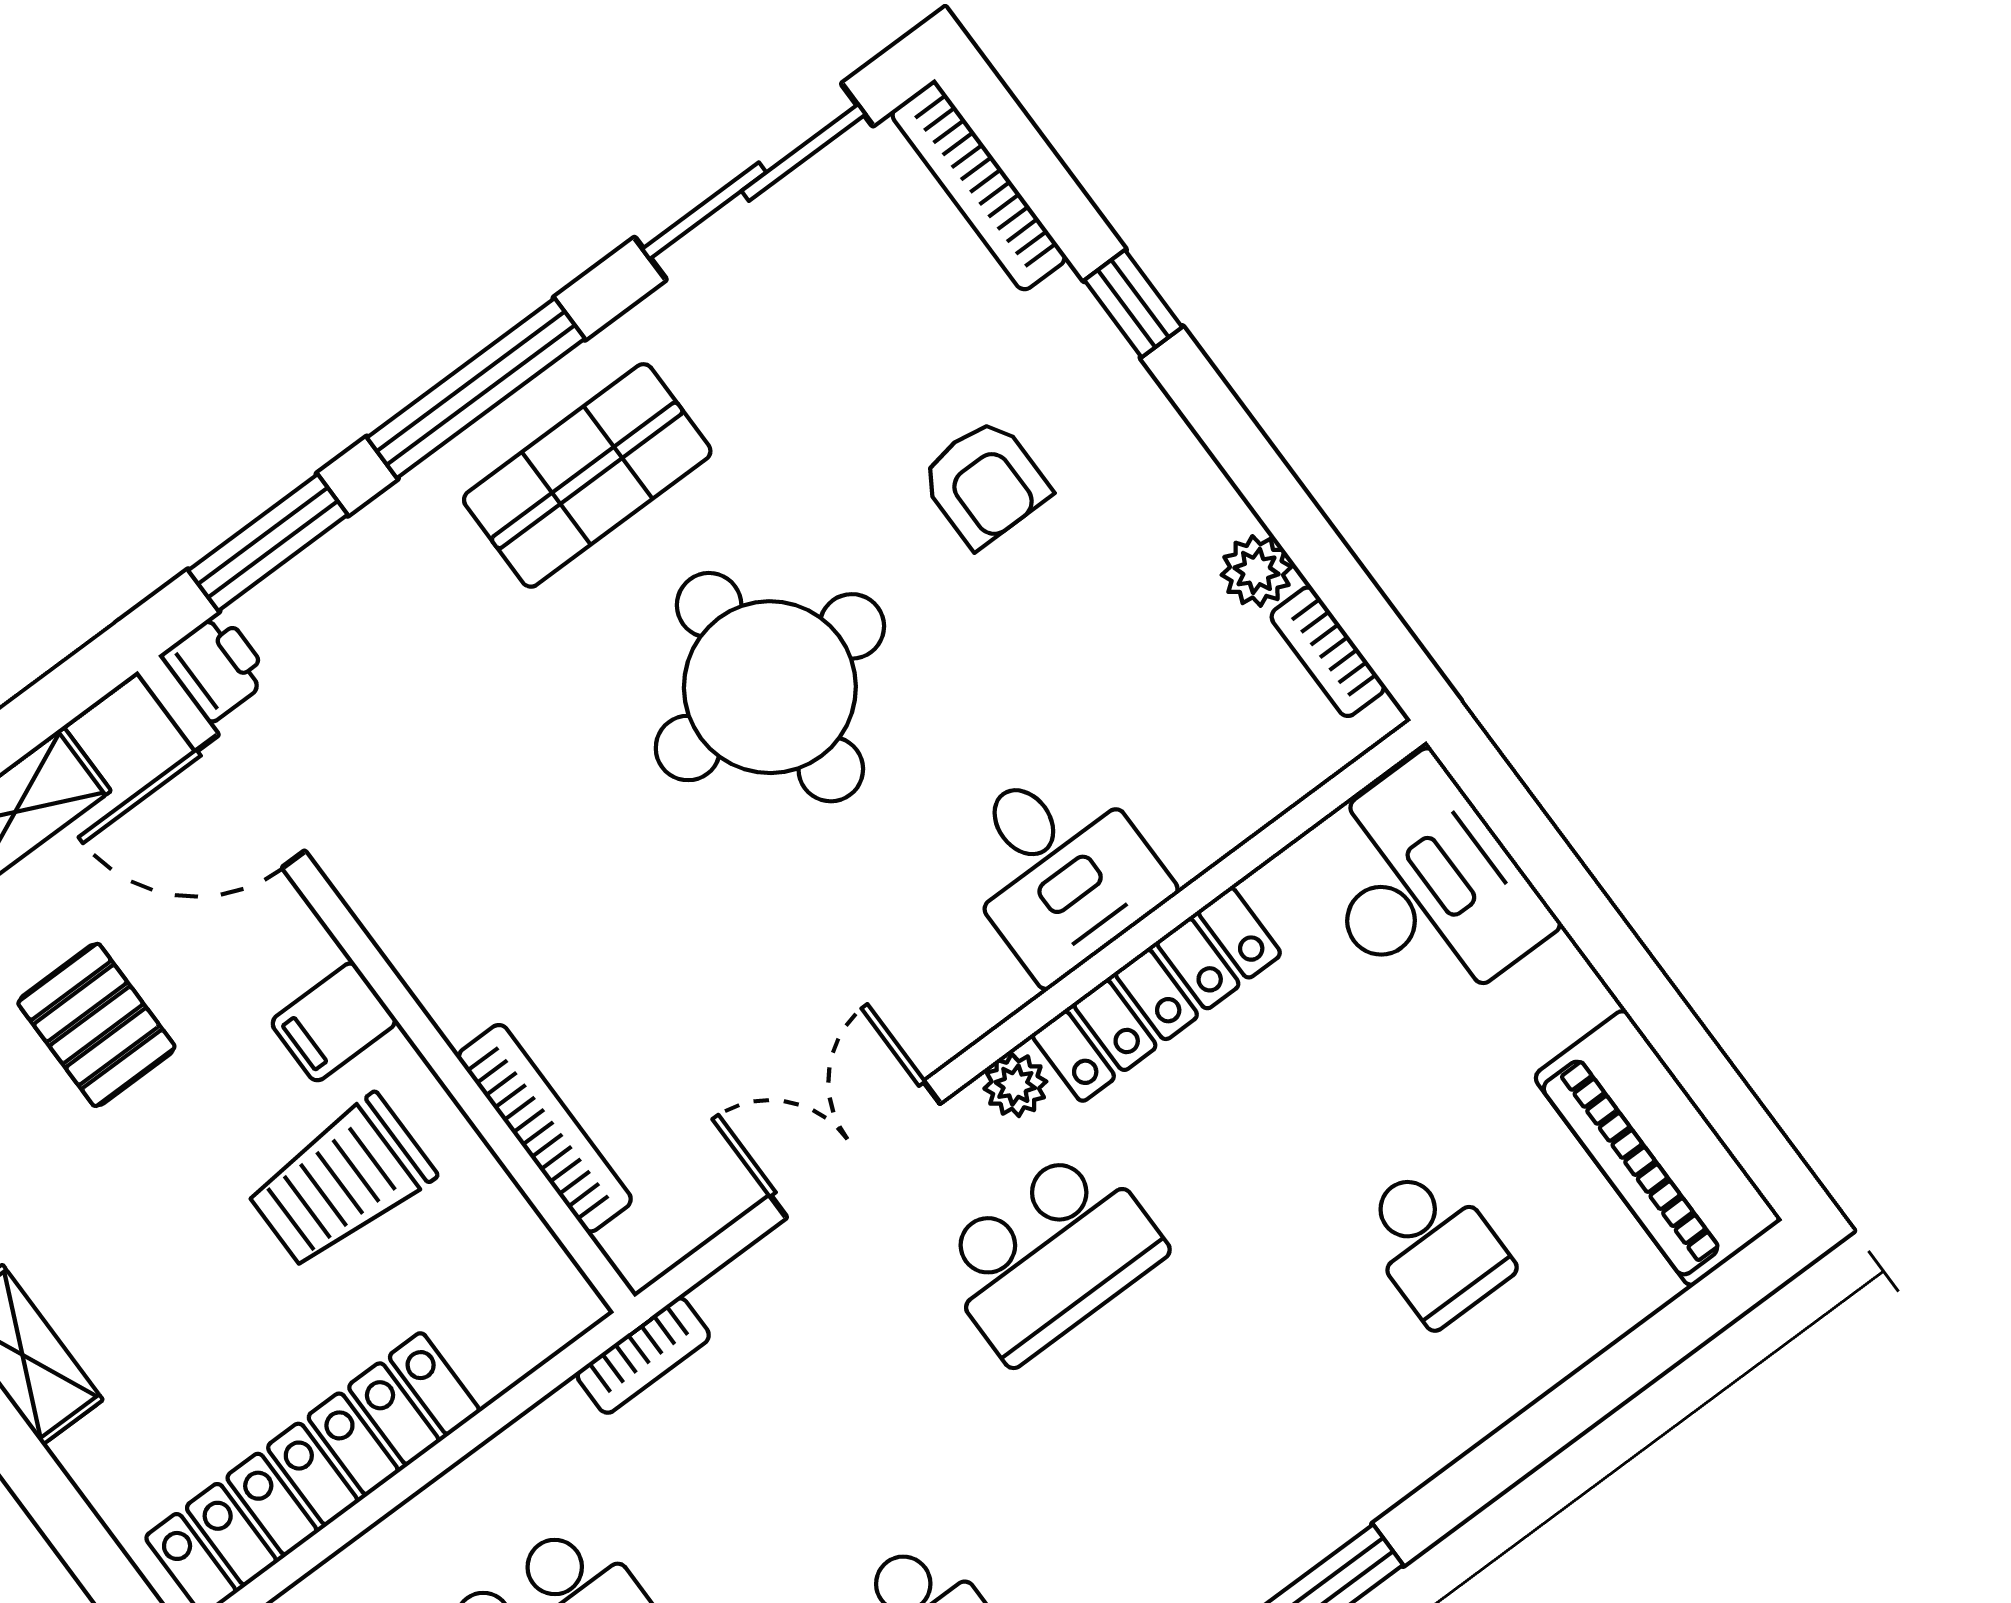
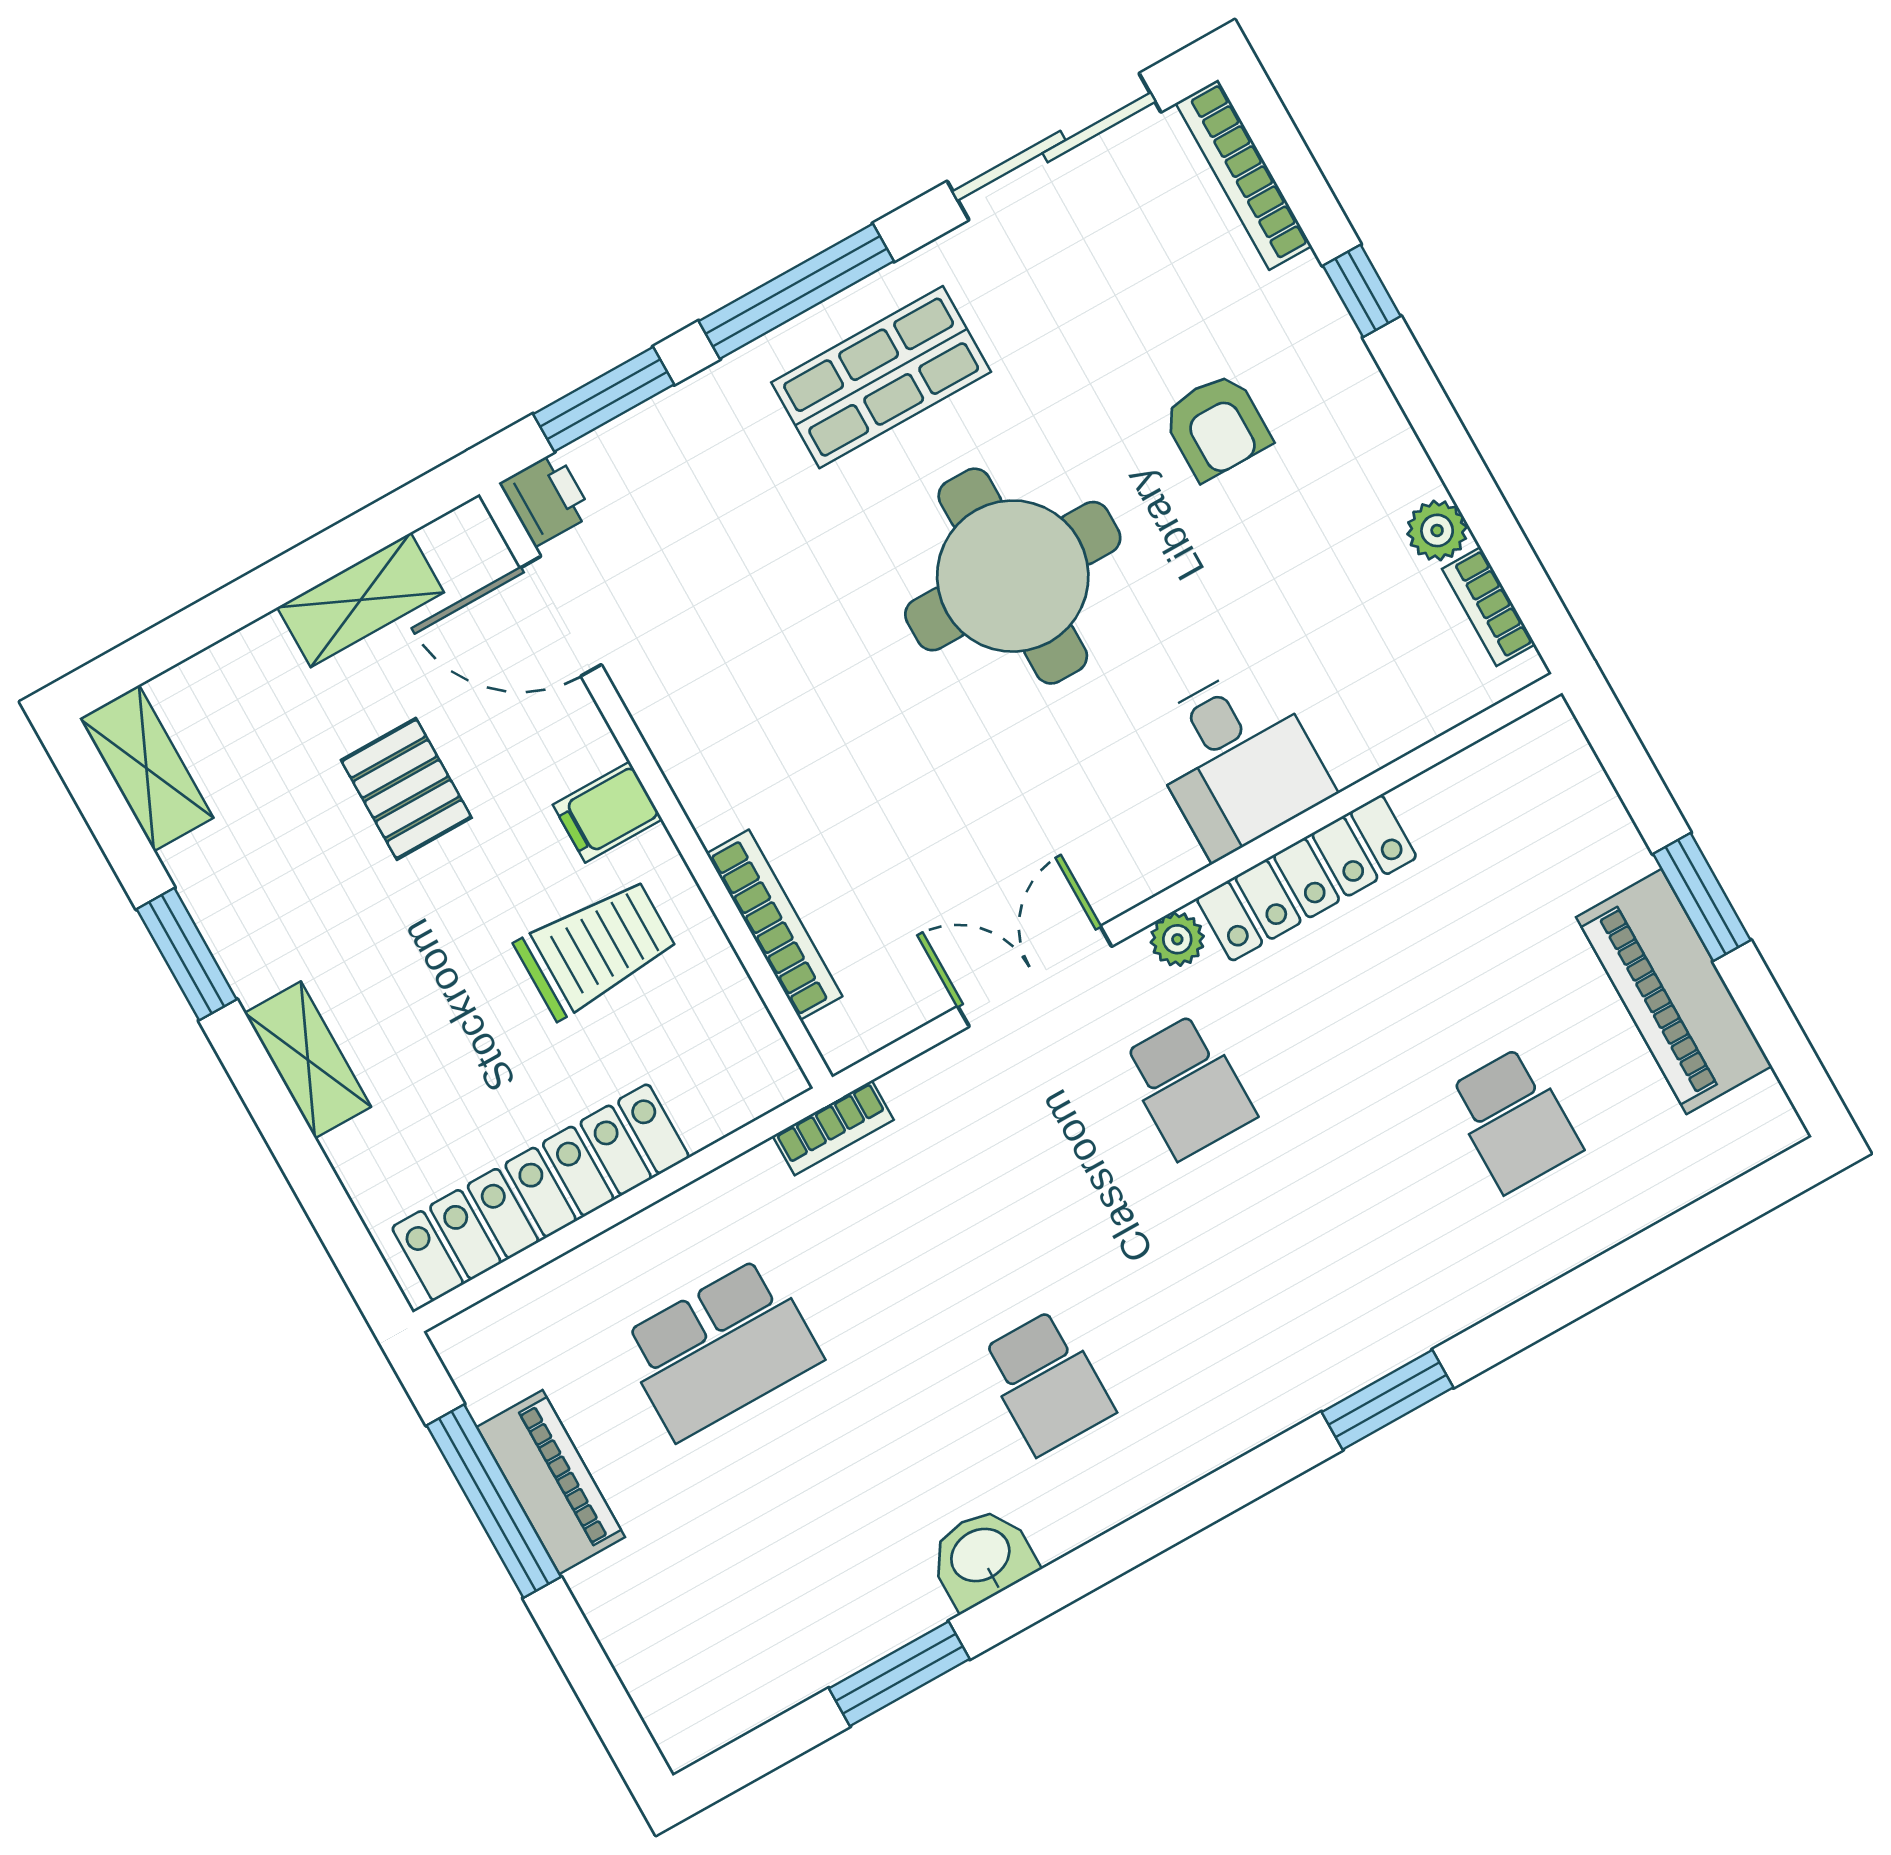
desk: (1425, 888) -> (1545, 817), removed
window: (1619, 958) -> (1702, 897), added
piano: (1657, 1148) -> (1674, 992), moved
trolley: (341, 1182) -> (596, 948), turned 180
school desk: (1050, 1254) -> (1188, 1086), width x0.54

